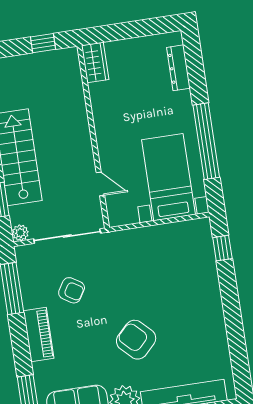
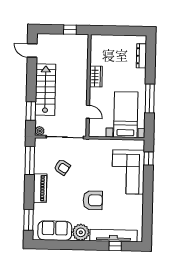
wardrobe: (95, 62) -> (96, 76), moved
window: (206, 141) -> (150, 99), width x0.68
corner sofa: (190, 278) -> (128, 172), added
armchair: (136, 340) -> (93, 200), turned 135

